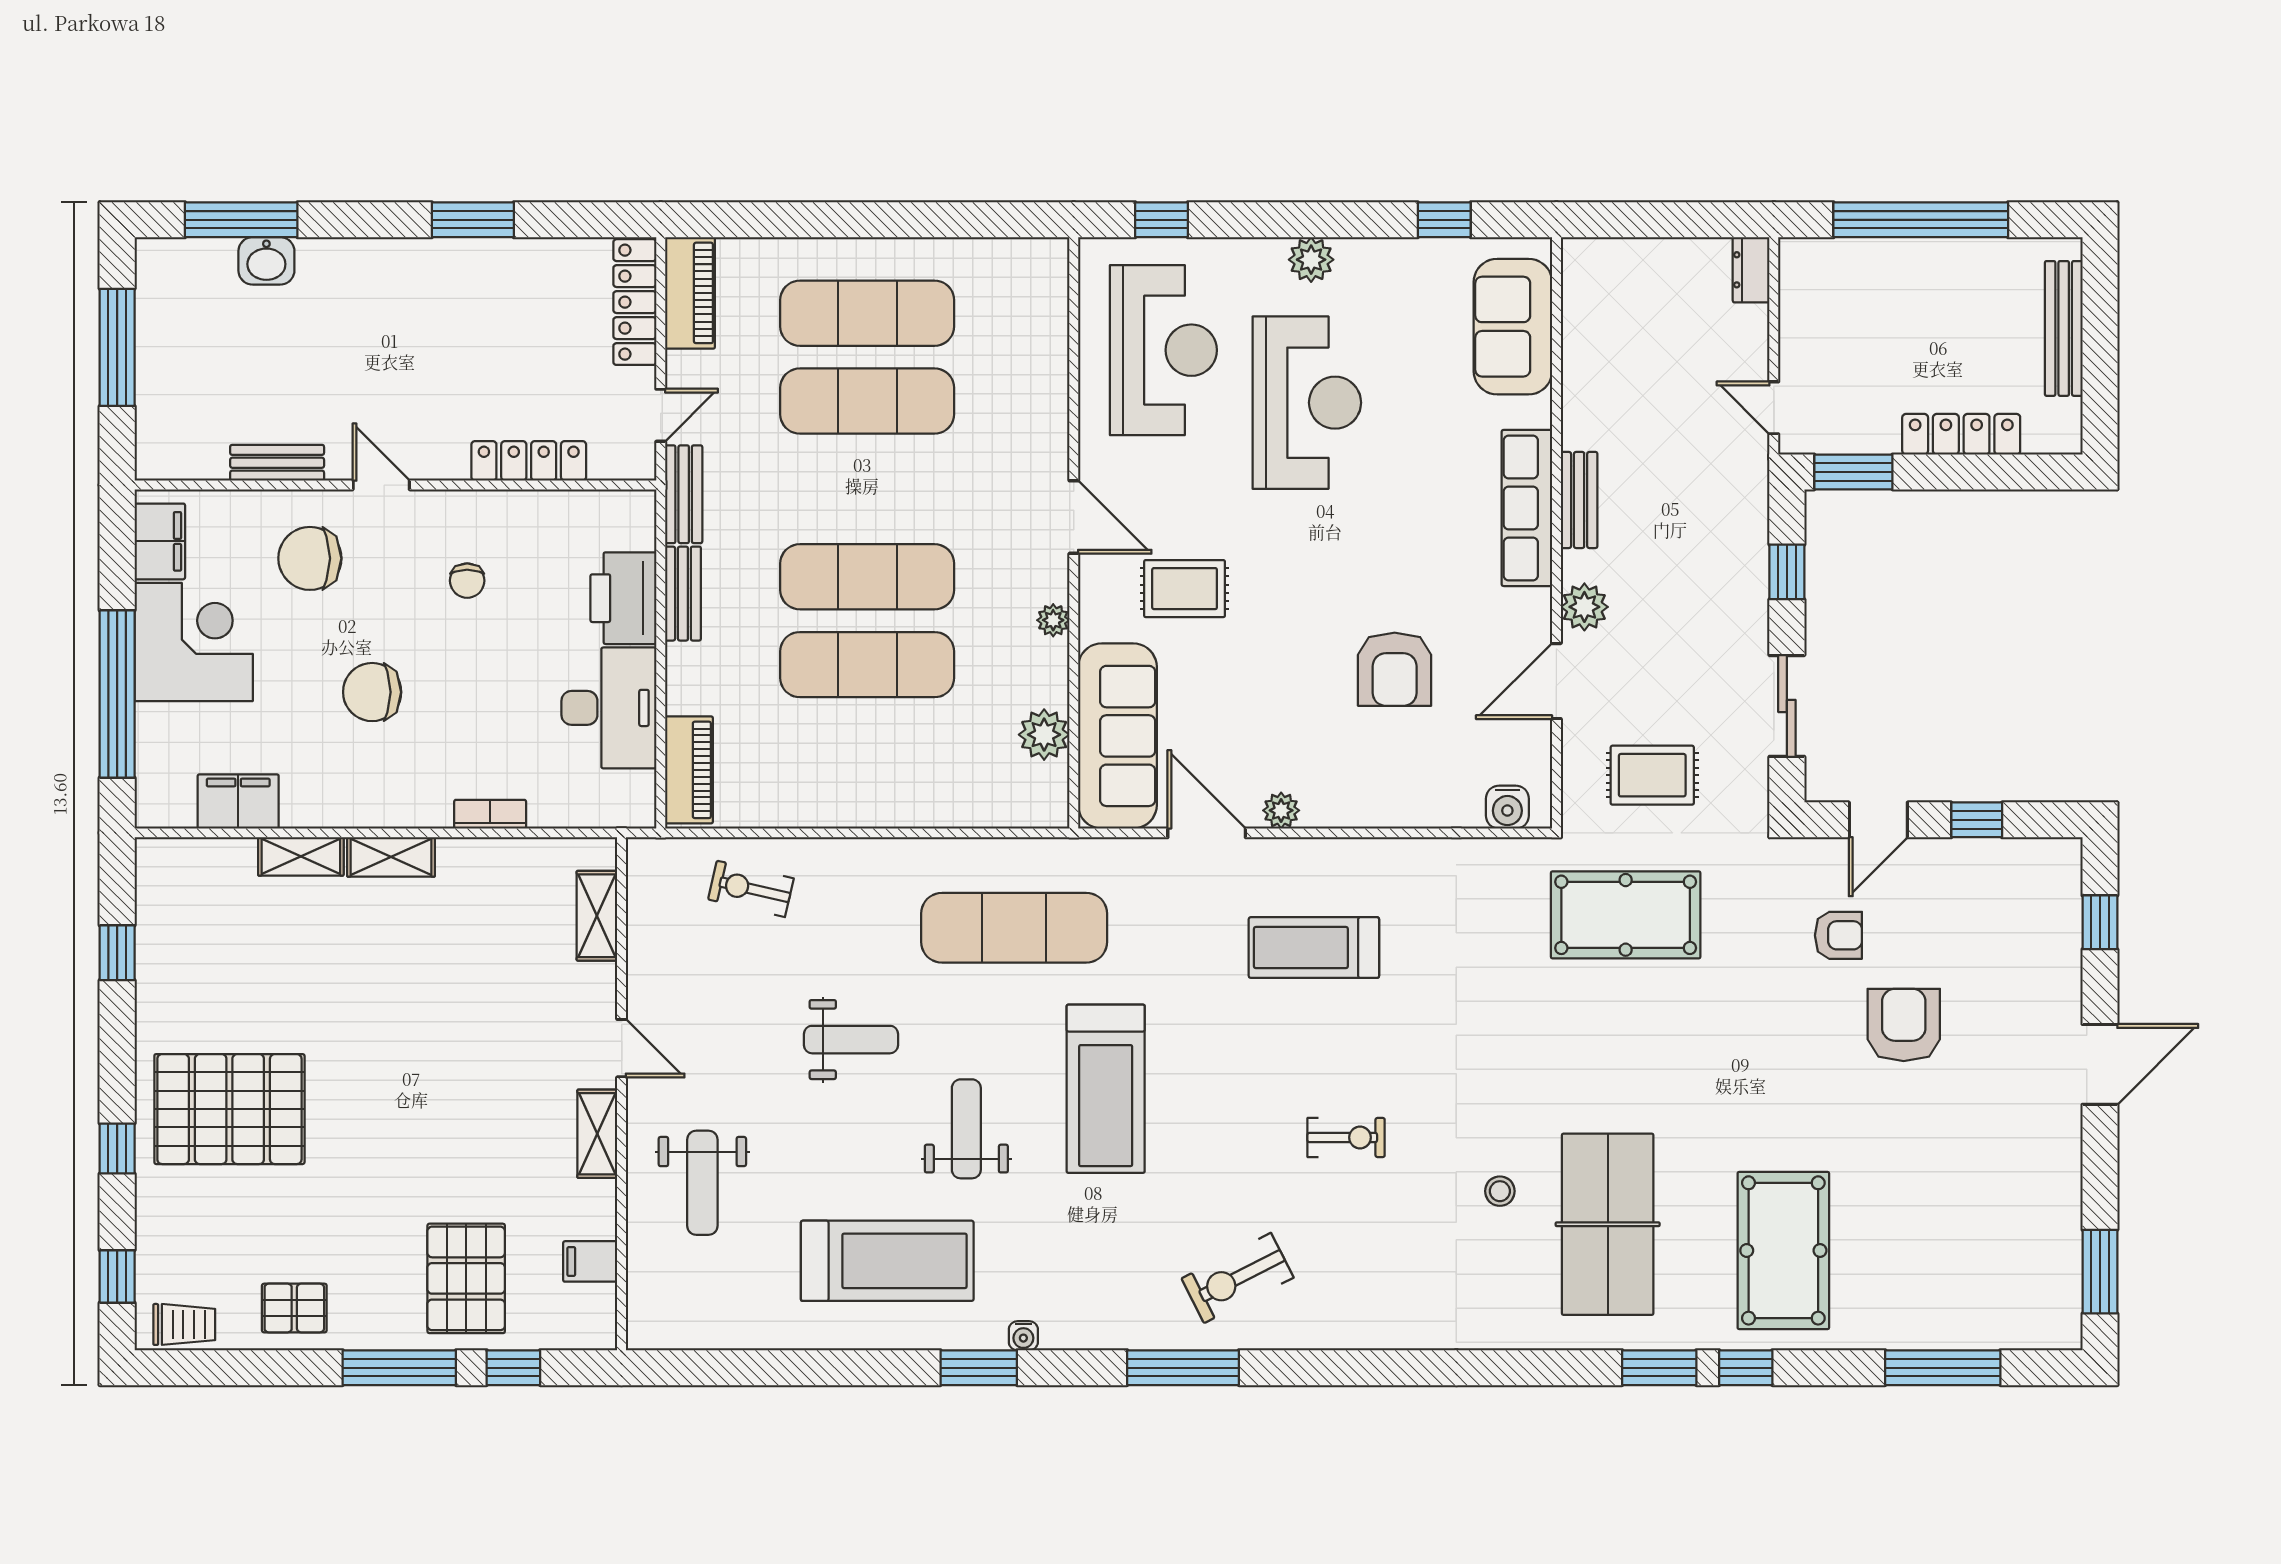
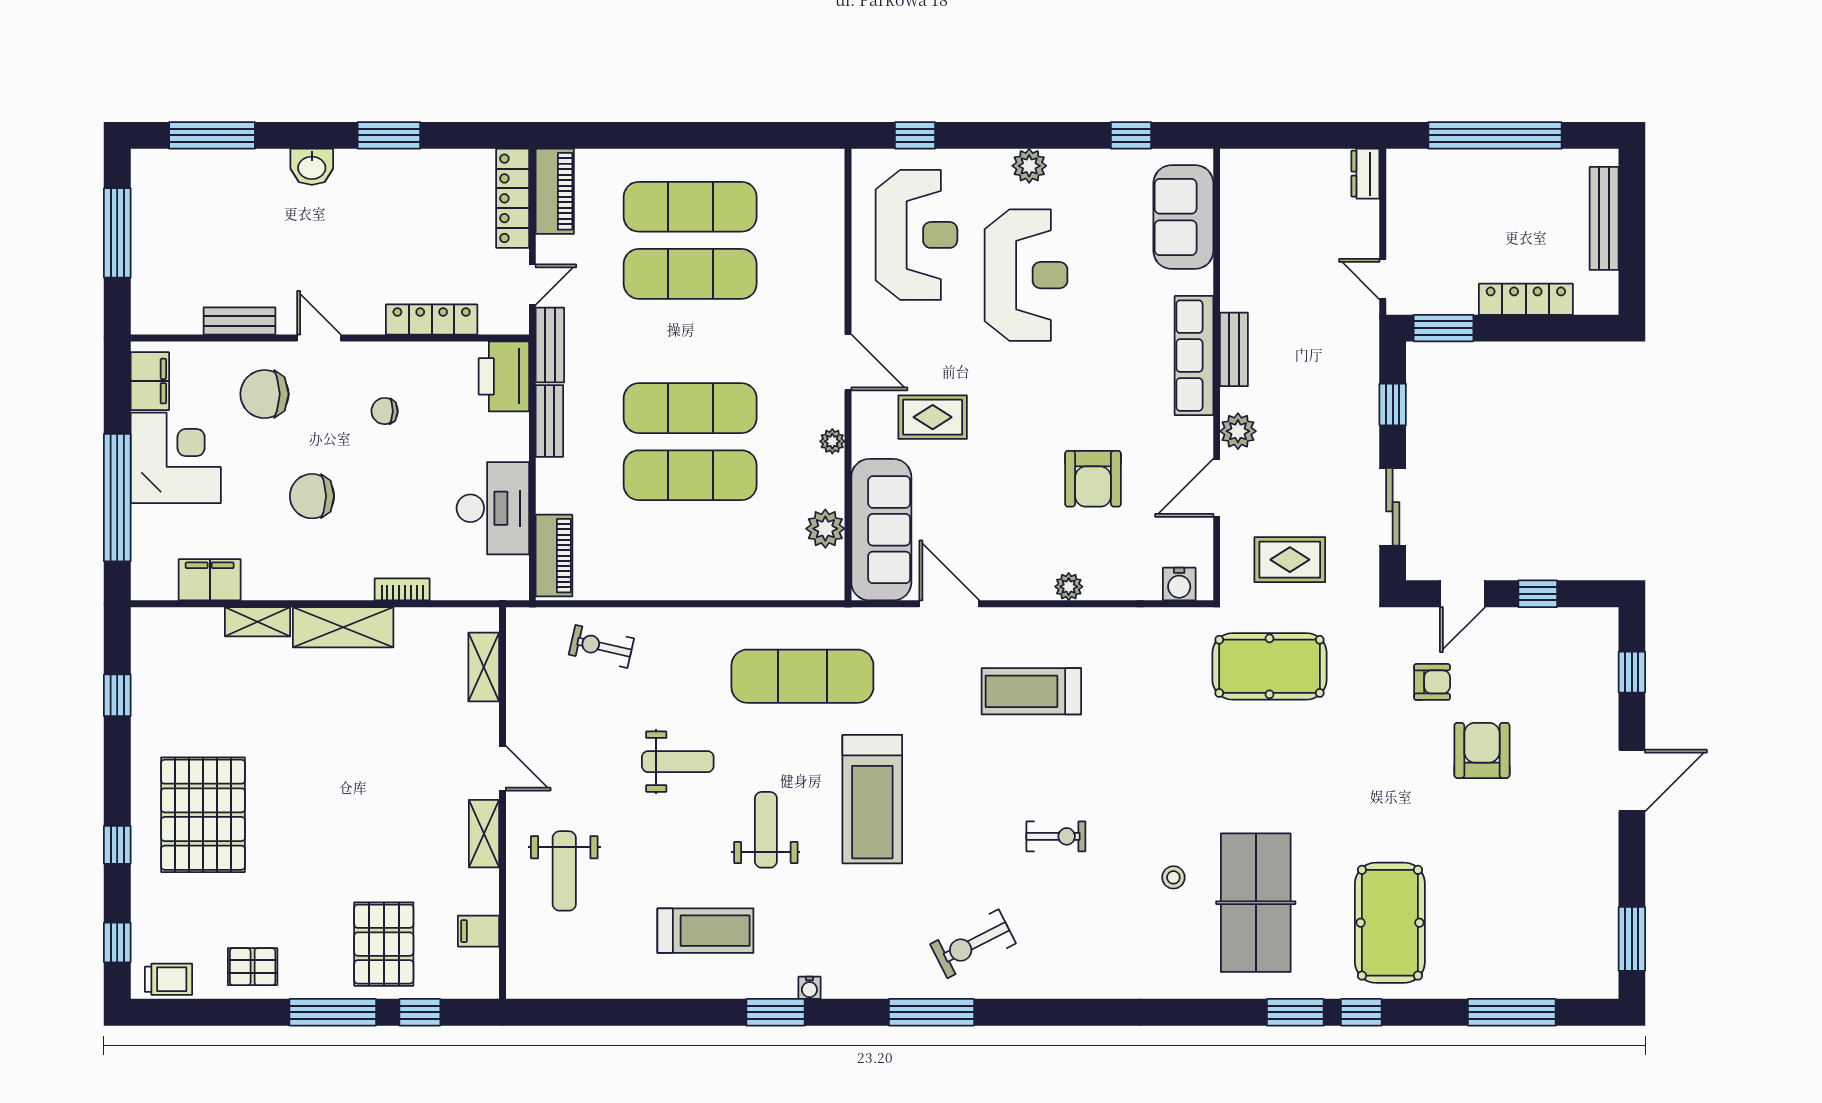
washbasin: (266, 261) -> (312, 167), moved
chair: (467, 581) -> (385, 411), turned 92
printer: (623, 598) -> (504, 376), moved
plant: (1281, 810) -> (1069, 587), moved
shelving: (391, 857) -> (343, 627), width x1.50, depth x1.33
pallet: (229, 1109) -> (203, 815), turned 90
treadmill: (887, 1261) -> (705, 931), width x0.73, depth x0.73

